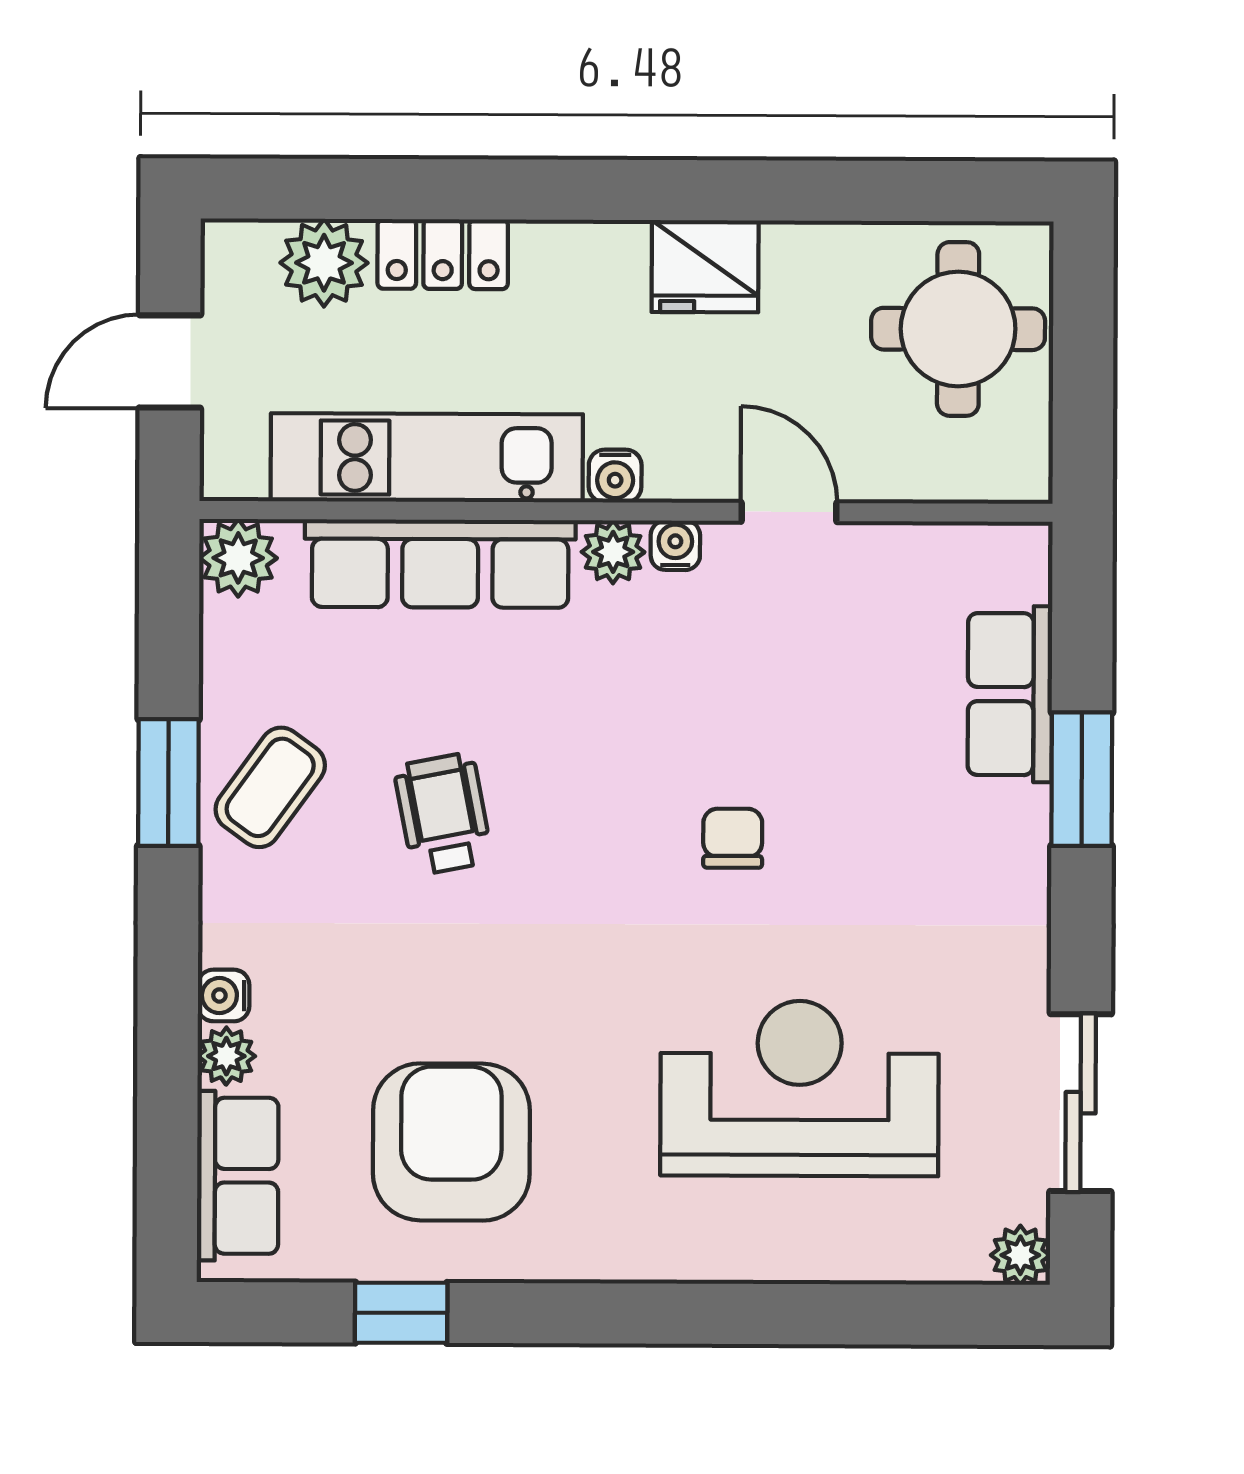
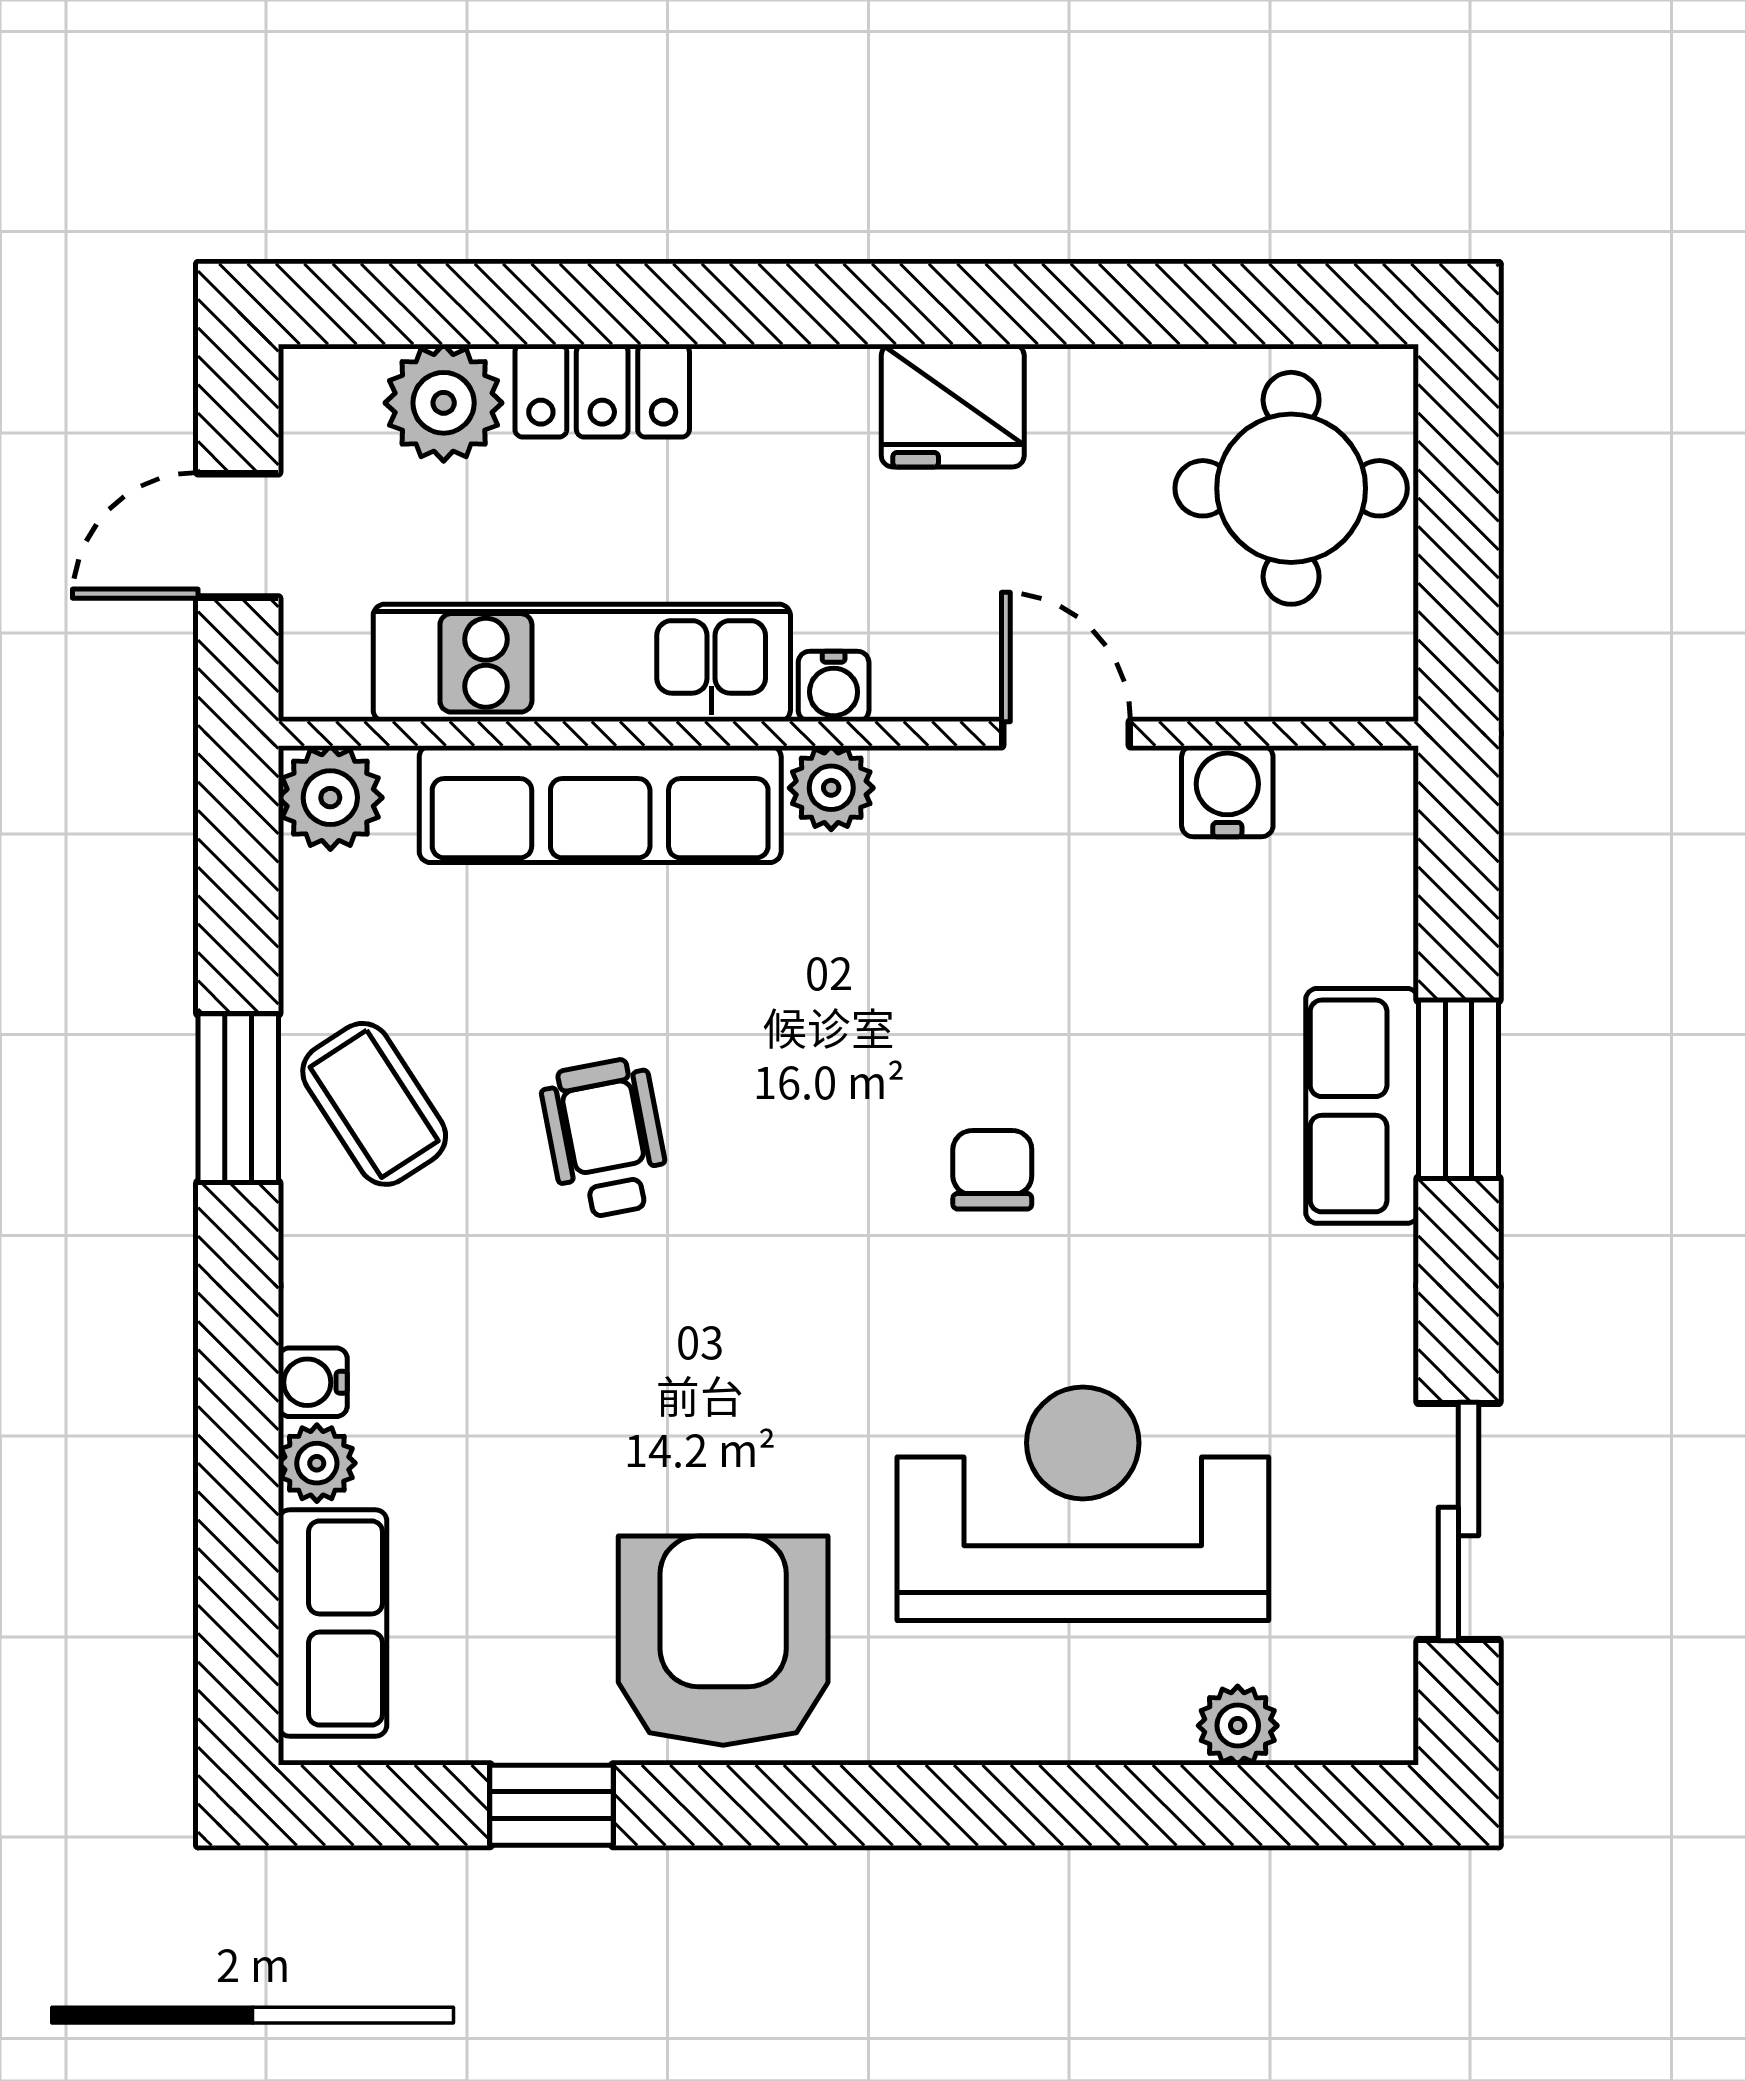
water cooler: (675, 545) -> (1227, 791), moved, width x1.38, depth x1.38
row of seats: (1010, 694) -> (1362, 1106), moved
coffee table: (270, 787) -> (374, 1104), turned -69
armchair: (451, 1142) -> (723, 1641), moved
plant: (1020, 1255) -> (1238, 1726), moved

